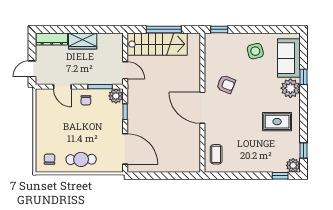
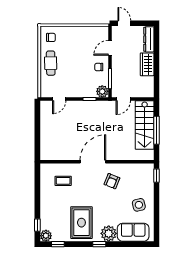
window: (303, 77) -> (99, 244), moved
rug: (277, 122) -> (81, 223), width x1.36, depth x1.43
door: (125, 149) -> (59, 99), width x0.53
coffee table: (216, 154) -> (63, 181), moved

